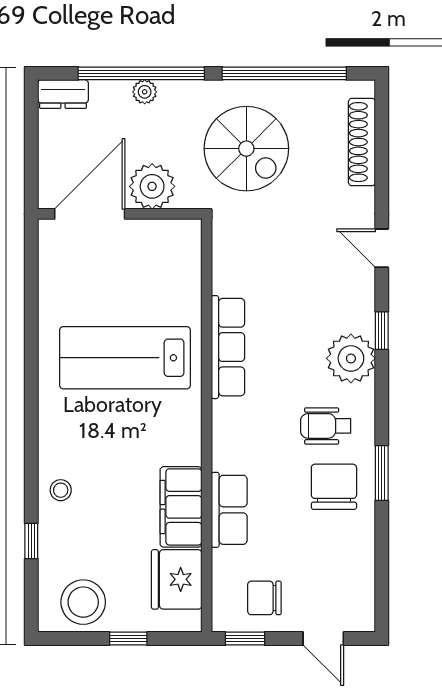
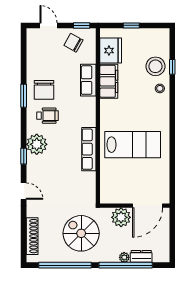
dresser: (63, 94) -> (141, 256), moved
chair: (264, 598) -> (73, 43), turned -151
stool: (83, 602) -> (155, 66), moved

